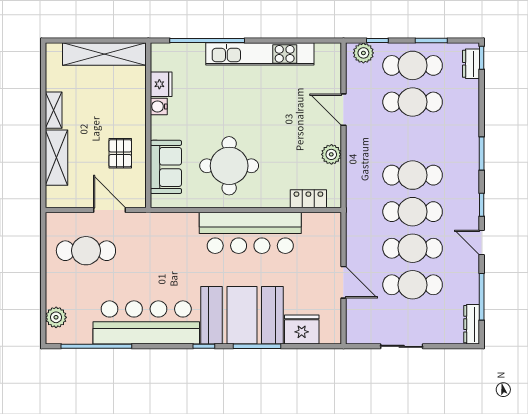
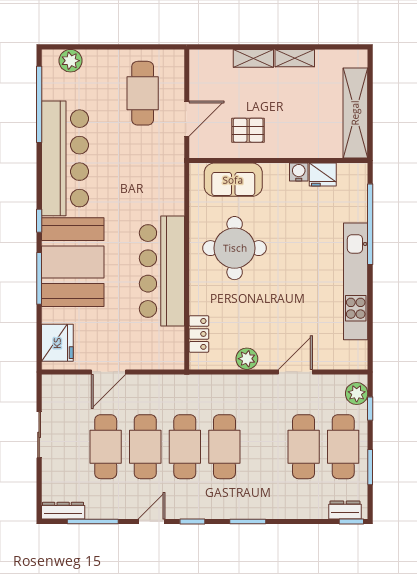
shelving: (57, 158) -> (253, 58), width x0.67, depth x0.75
fridge: (302, 329) -> (57, 343), moved

